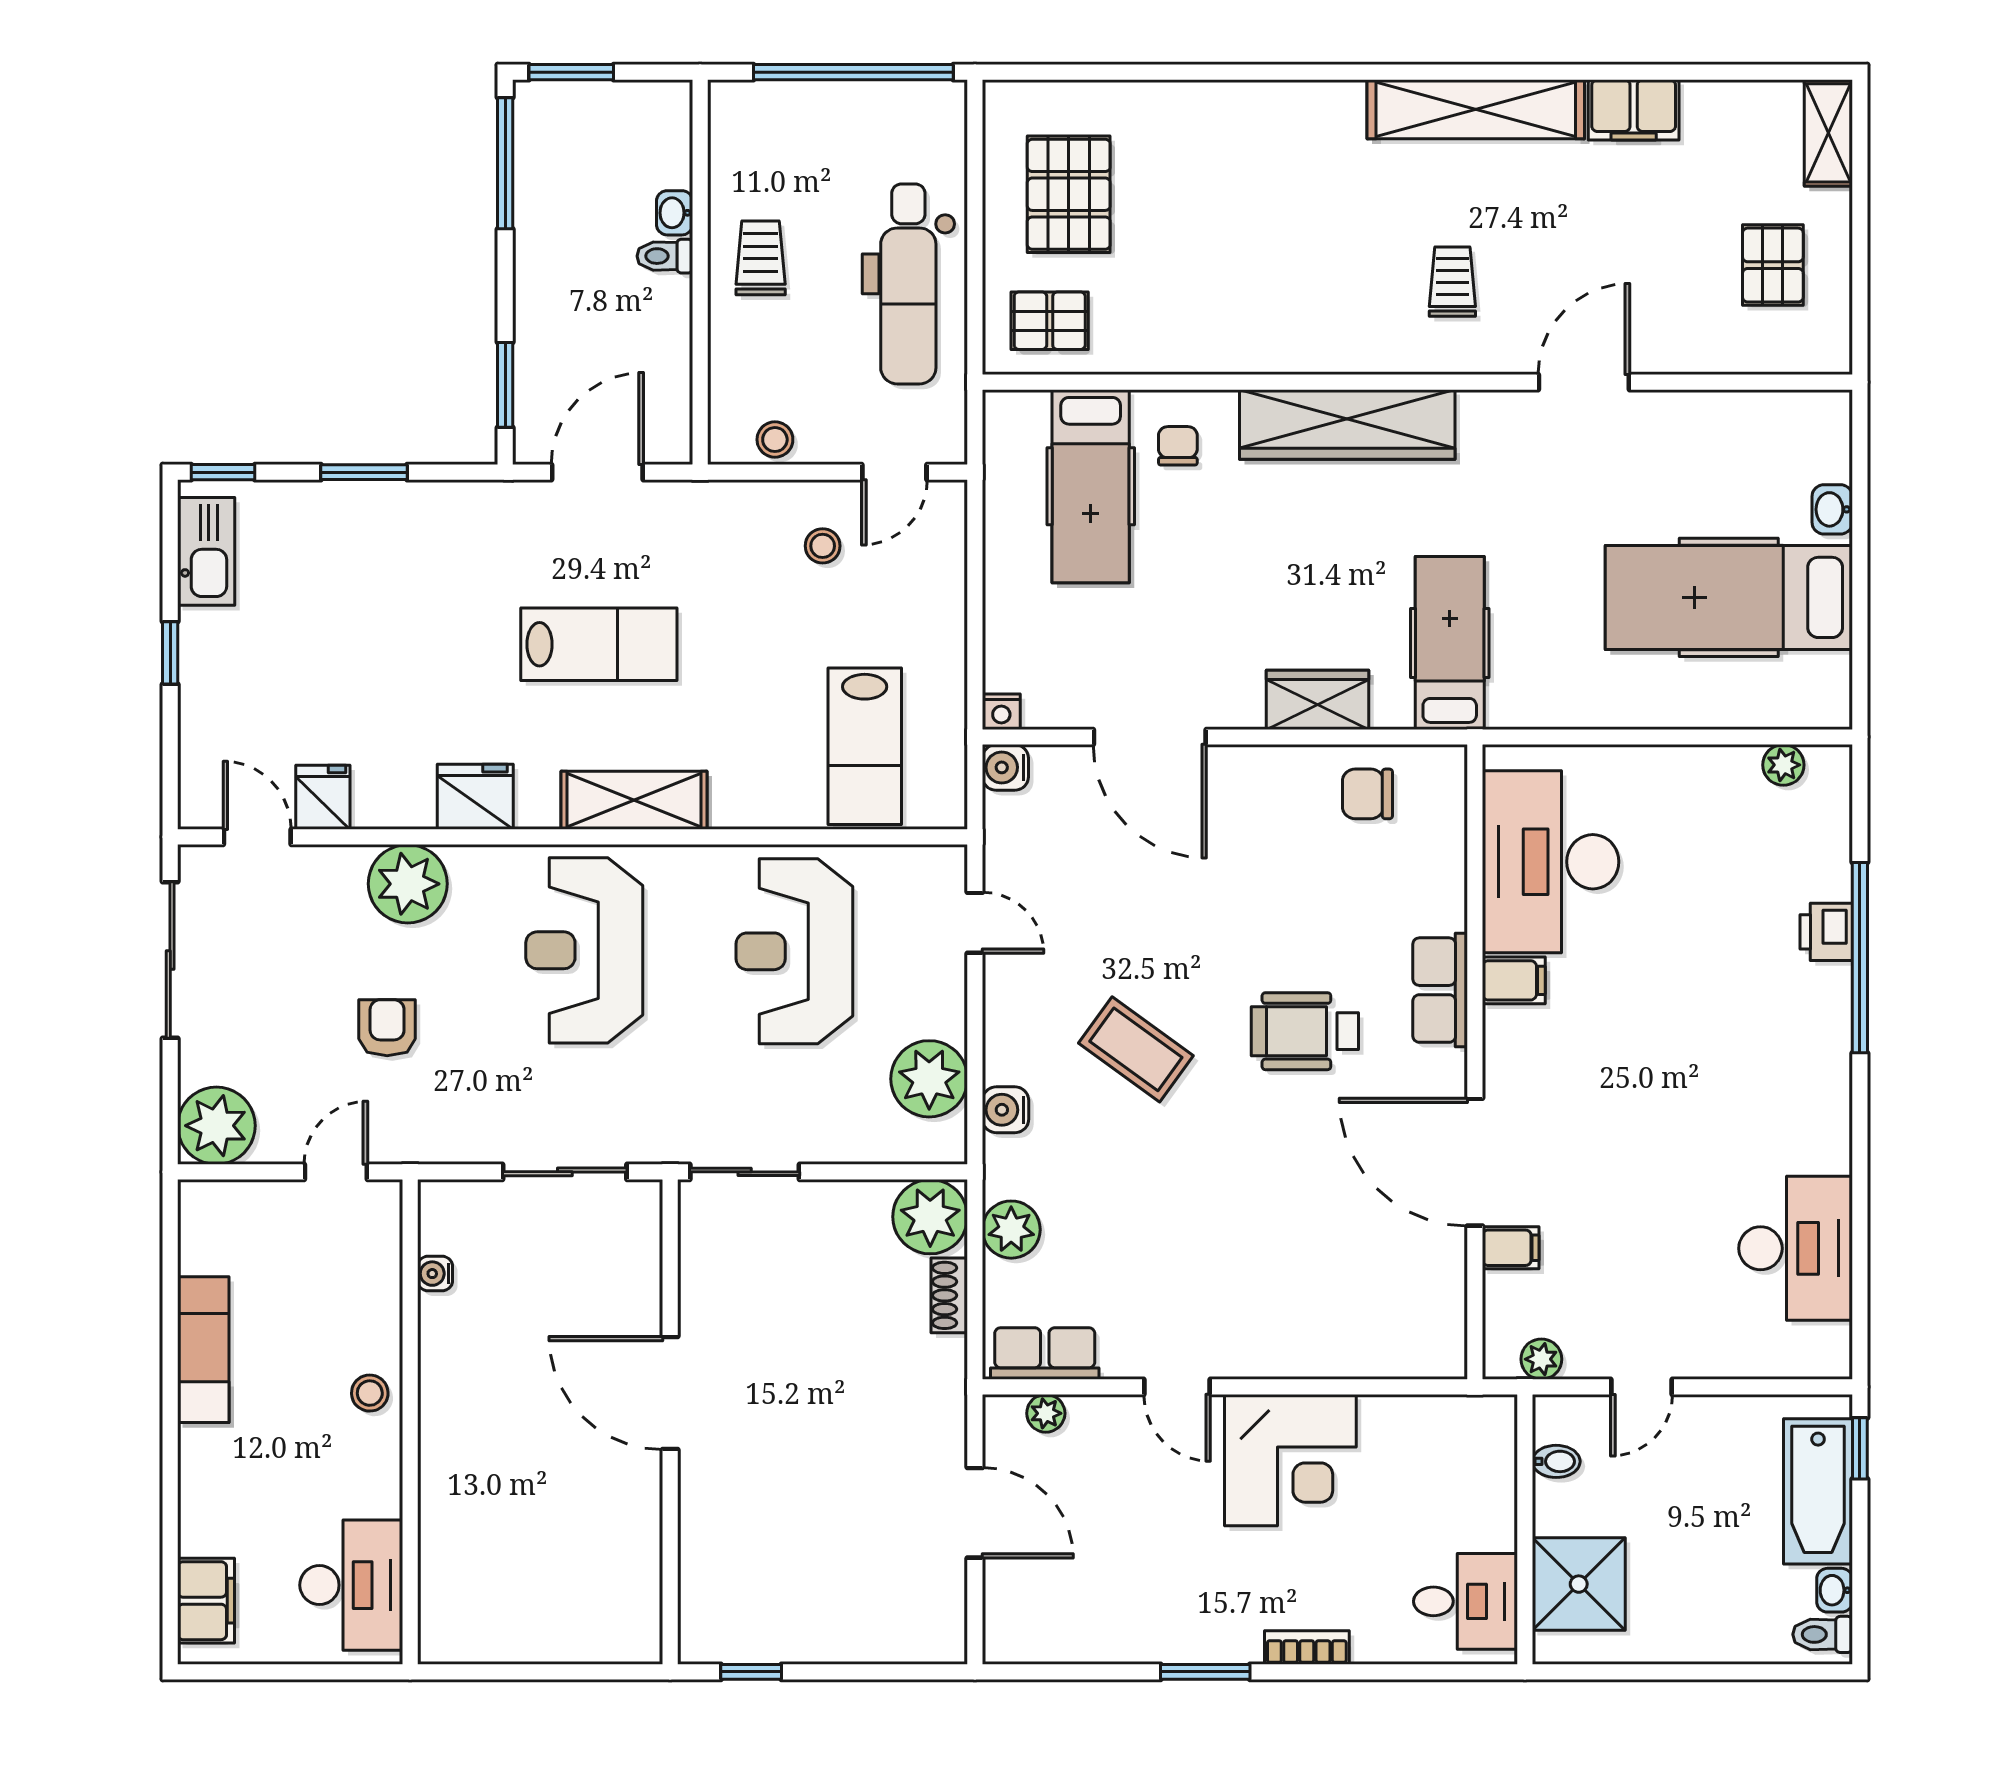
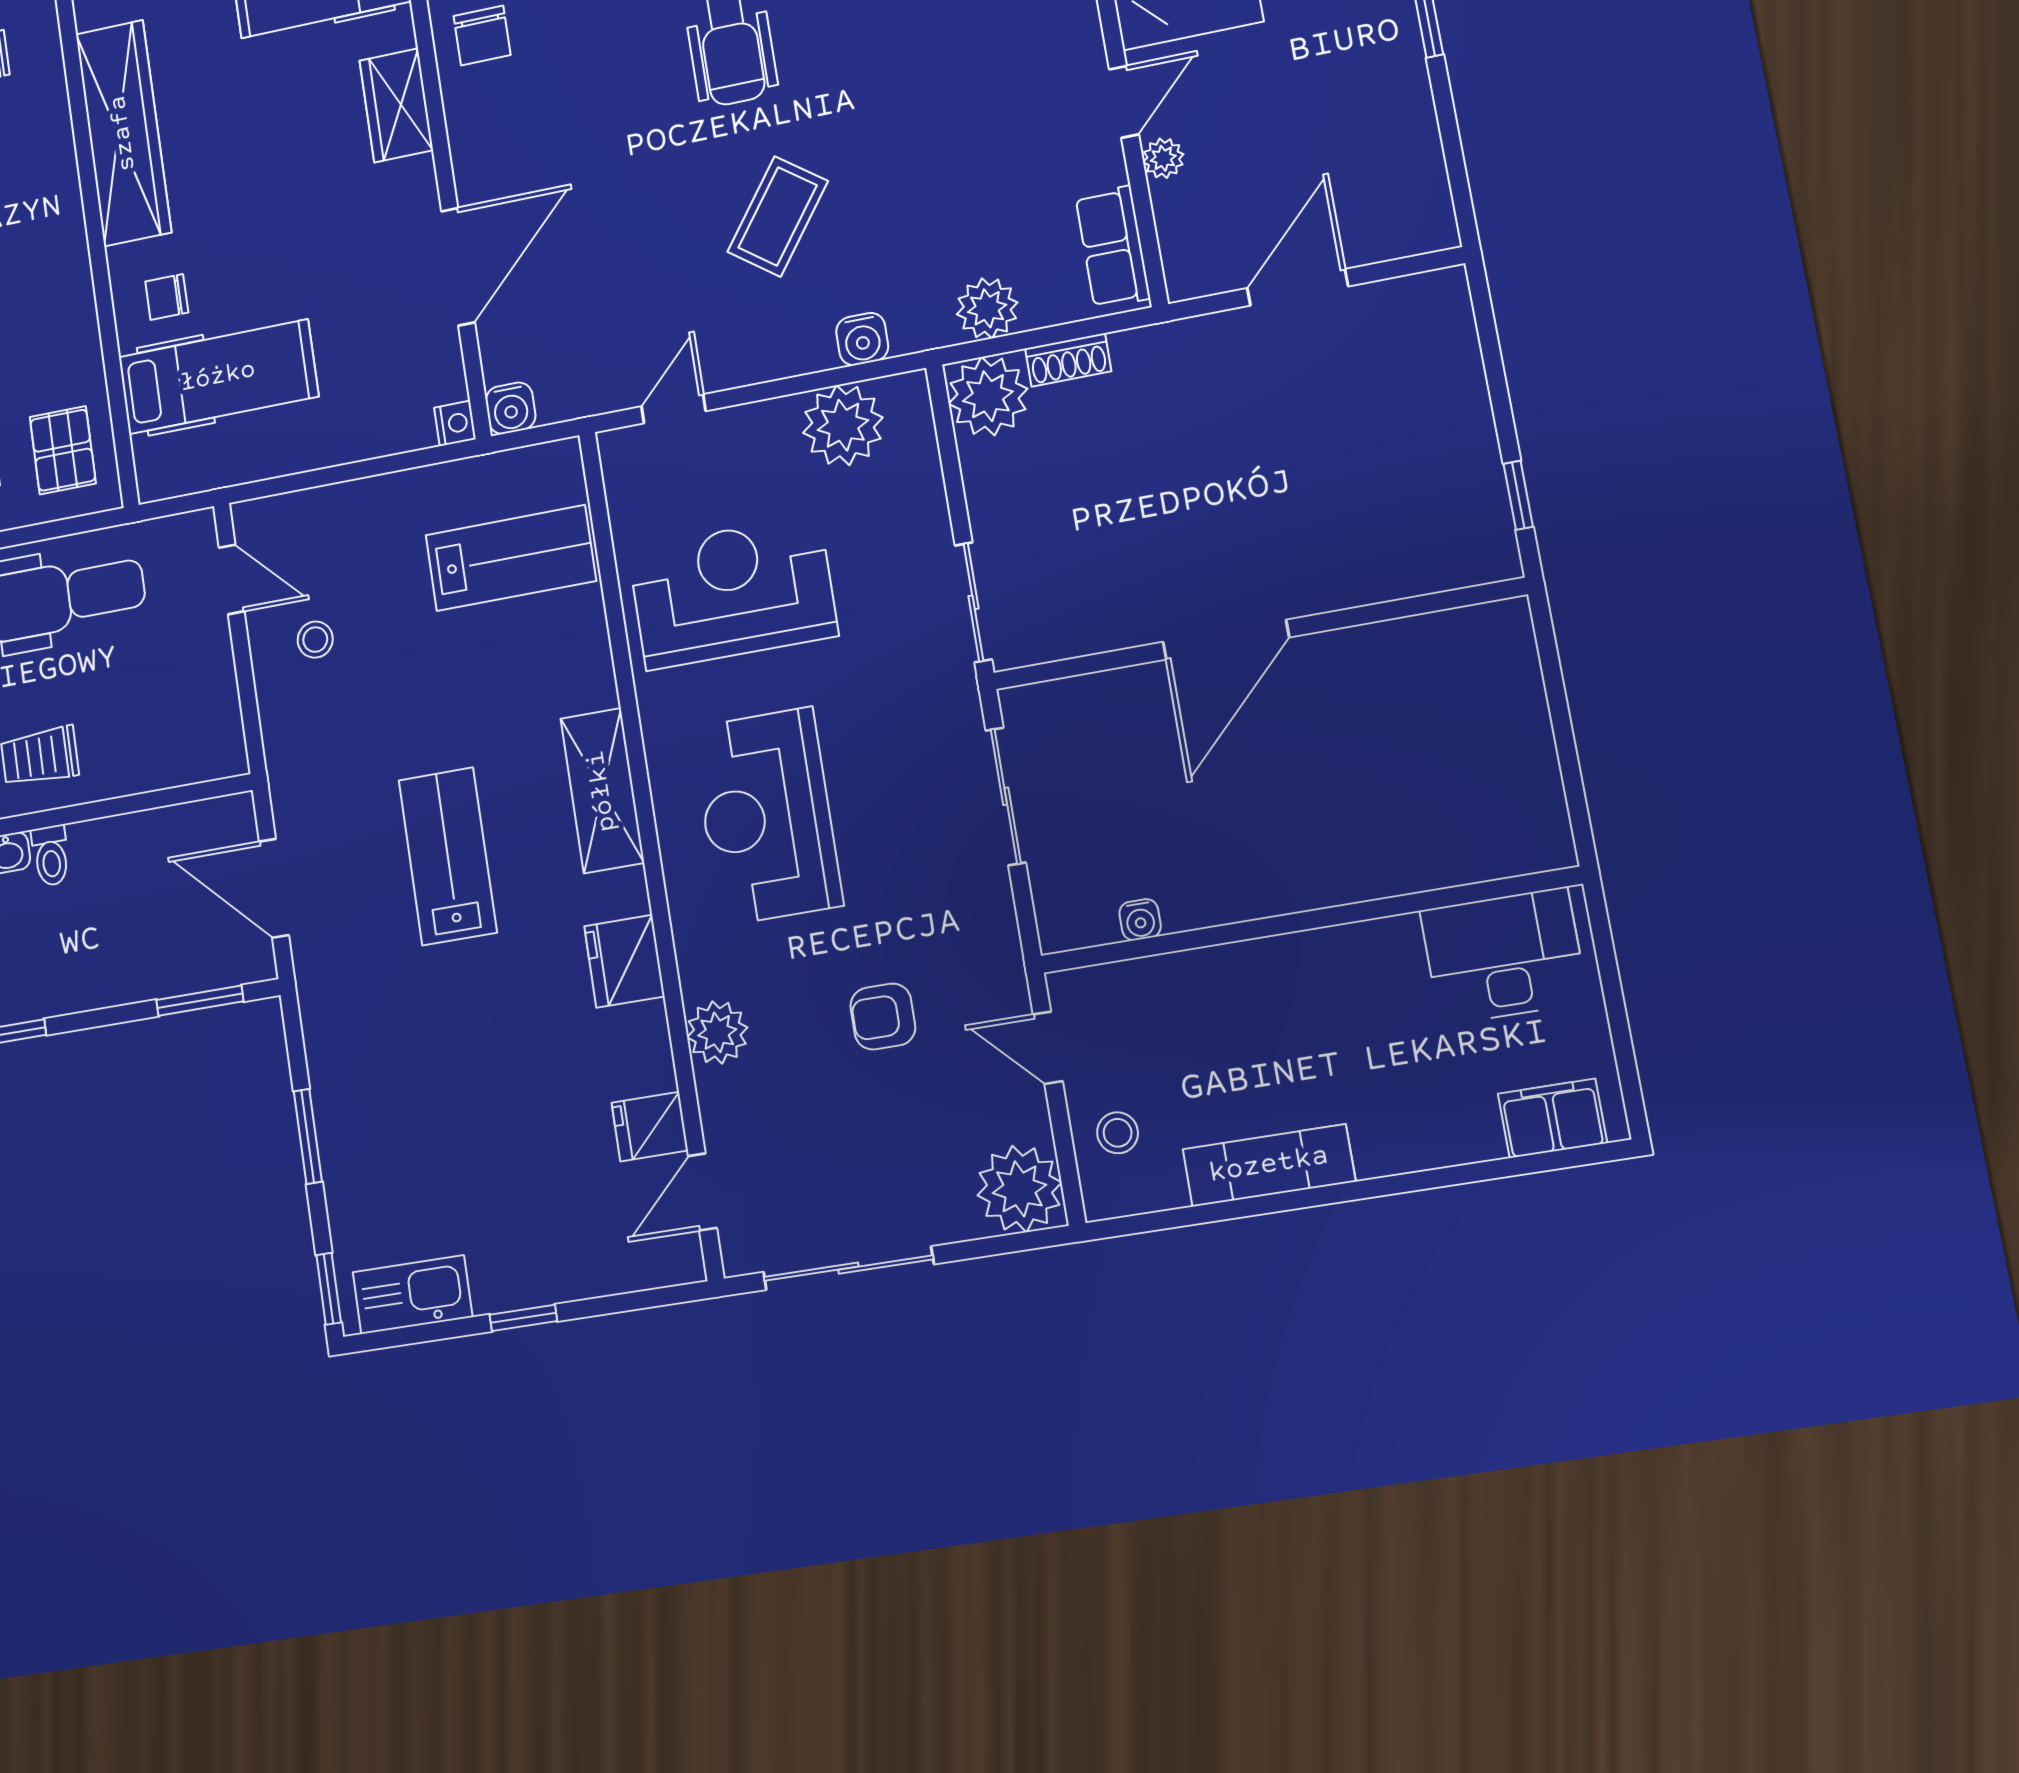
stool: (775, 440) -> (216, 709), removed
plant: (408, 884) -> (717, 1032), width x0.73, depth x0.73
reception desk: (584, 950) -> (767, 816), turned 90
reception desk: (794, 951) -> (733, 592), turned 180
stool: (370, 1393) -> (1118, 1133), moved
plant: (1046, 1413) -> (1163, 158), moved

